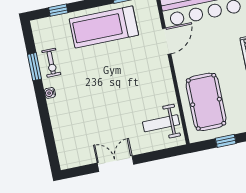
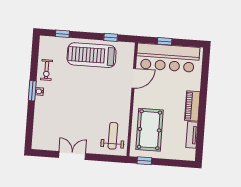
window: (34, 67) -> (32, 91), moved
weight bench: (161, 123) -> (113, 136), turned 90
window: (226, 141) -> (144, 161), moved

